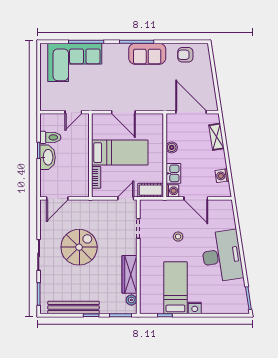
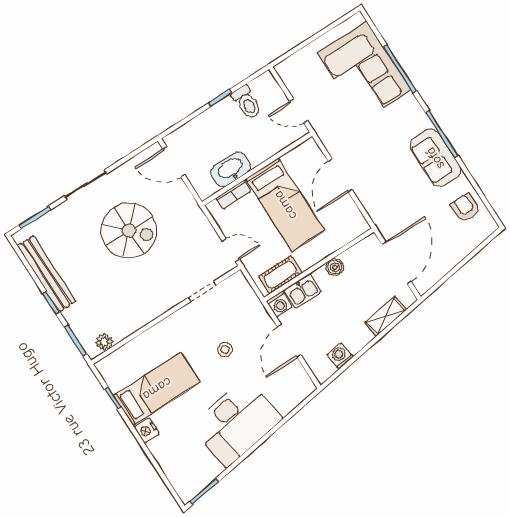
washbasin: (48, 157) -> (231, 169), moved, turned 180
cot: (151, 190) -> (280, 275), moved, turned 90
wardrobe: (130, 274) -> (136, 318), removed

